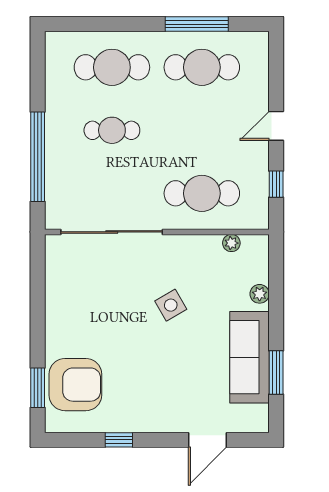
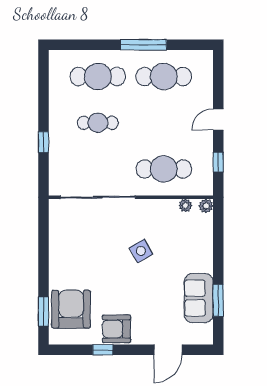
window: (197, 24) -> (143, 45), moved
window: (38, 157) -> (43, 142), width x0.32
plant: (260, 294) -> (206, 206), moved
sofa: (250, 357) -> (199, 298), width x0.73
armchair: (75, 385) -> (71, 309), turned -90
armchair: (137, 412) -> (116, 329), added

